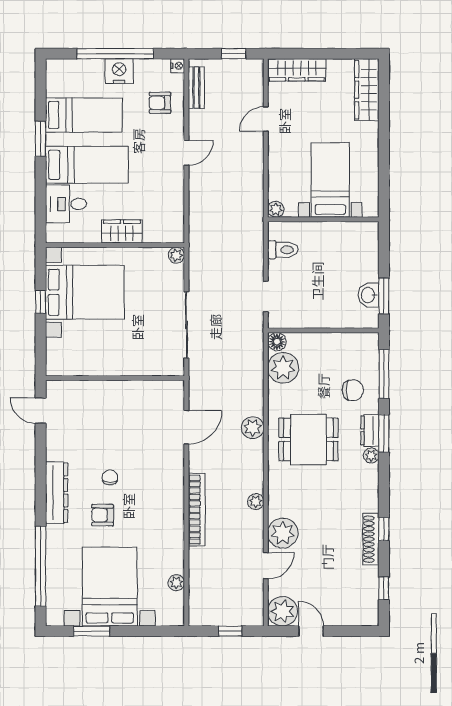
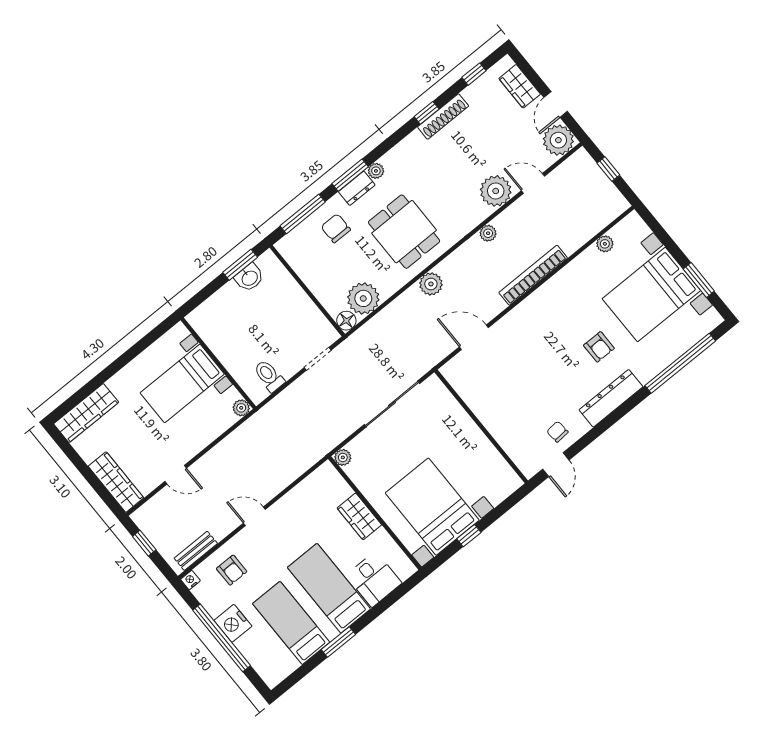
chair: (110, 477) -> (557, 432), moved, turned 85
wardrobe: (347, 615) -> (520, 86), added

